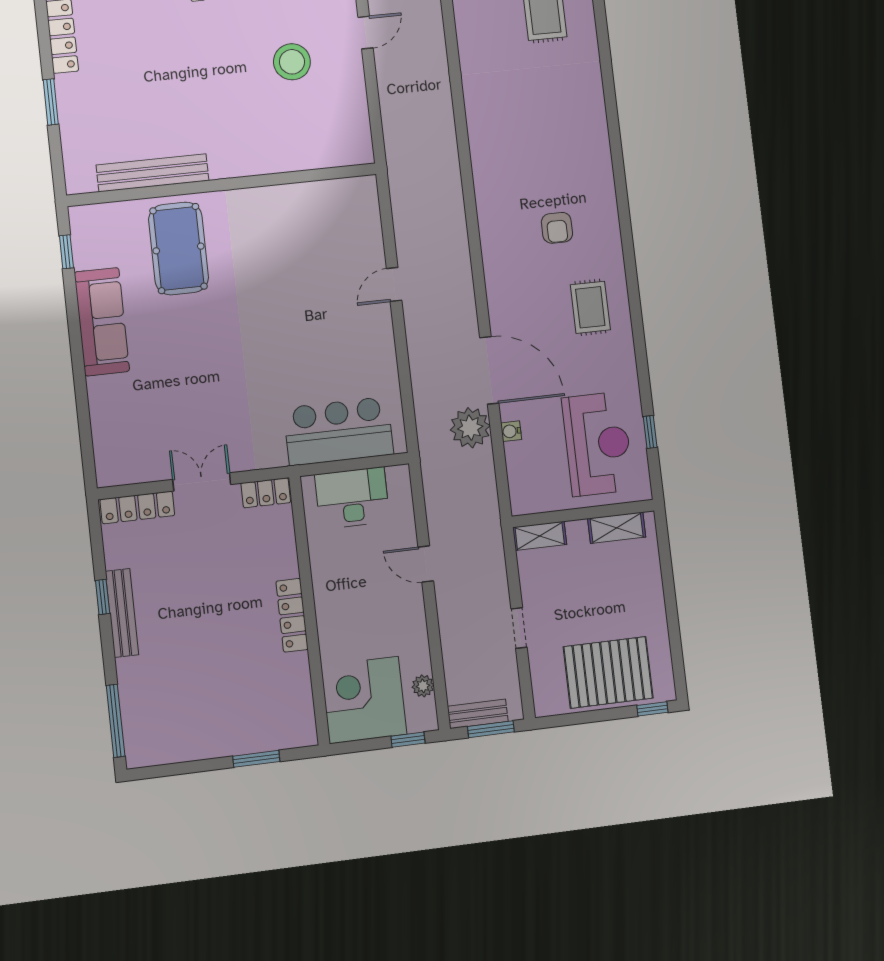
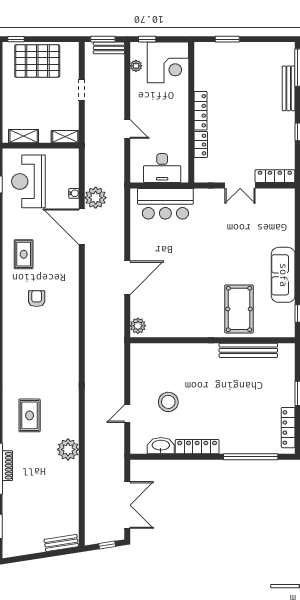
plant: (364, 197) -> (138, 326), added
door: (394, 284) -> (127, 278), width x1.88
locker: (266, 493) -> (201, 145), moved, turned 90
bench: (122, 613) -> (289, 88), moved

